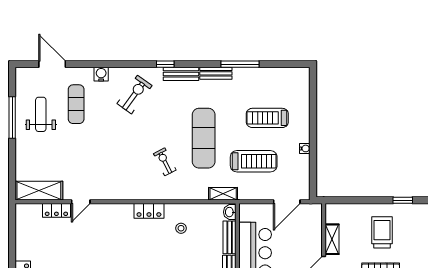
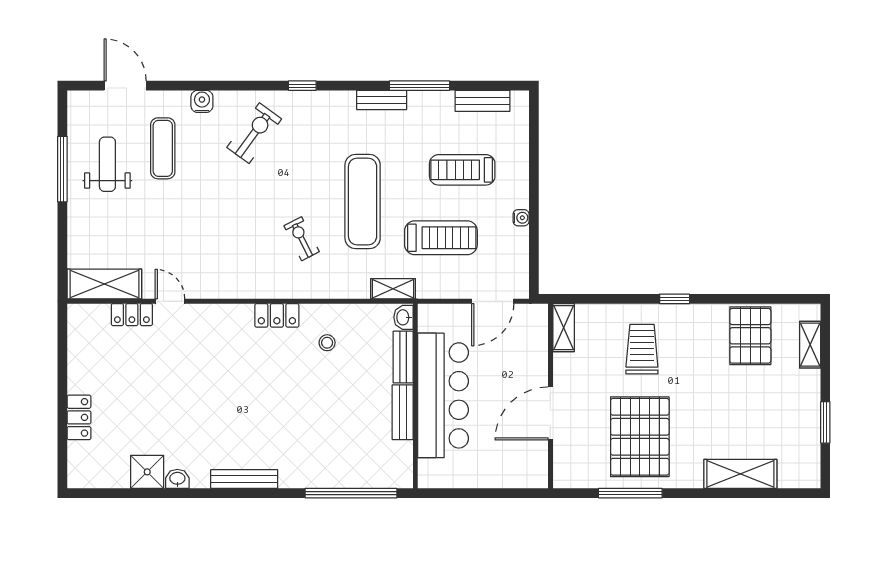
bench: (181, 74) -> (483, 101), moved
door: (81, 202) -> (170, 301), swing flipped
shelving: (332, 239) -> (564, 328), moved

